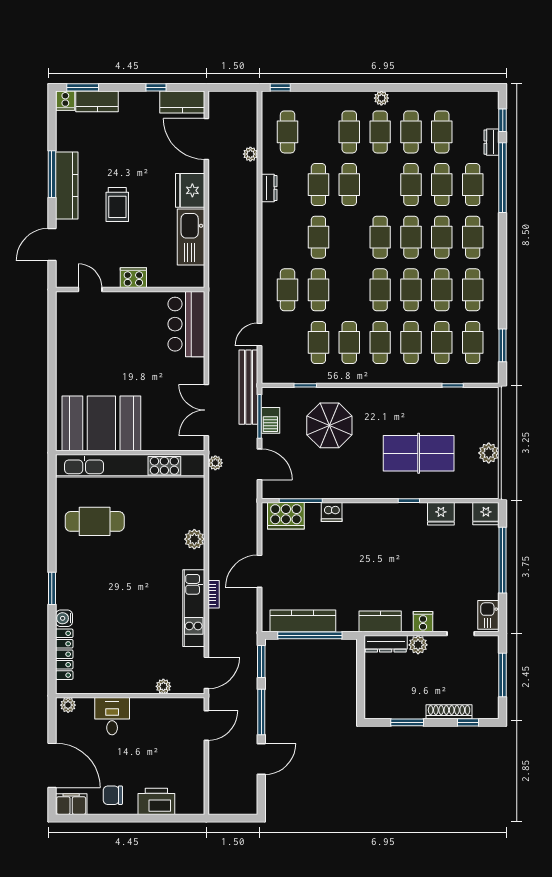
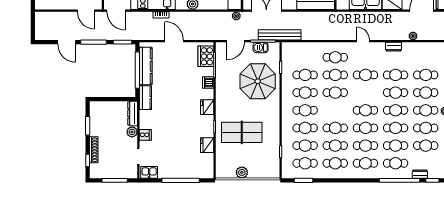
cafe table: (288, 132) -> (426, 75), moved
cafe table: (380, 185) -> (396, 110), added
cafe table: (380, 290) -> (335, 93), moved
door: (260, 334) -> (363, 41), moved
parasol: (329, 425) -> (258, 81), width x1.36, depth x1.36
table tennis table: (419, 453) -> (242, 132), turned 90
fridge: (486, 514) -> (207, 107), moved
kitchen counter: (380, 621) -> (145, 98), moved

